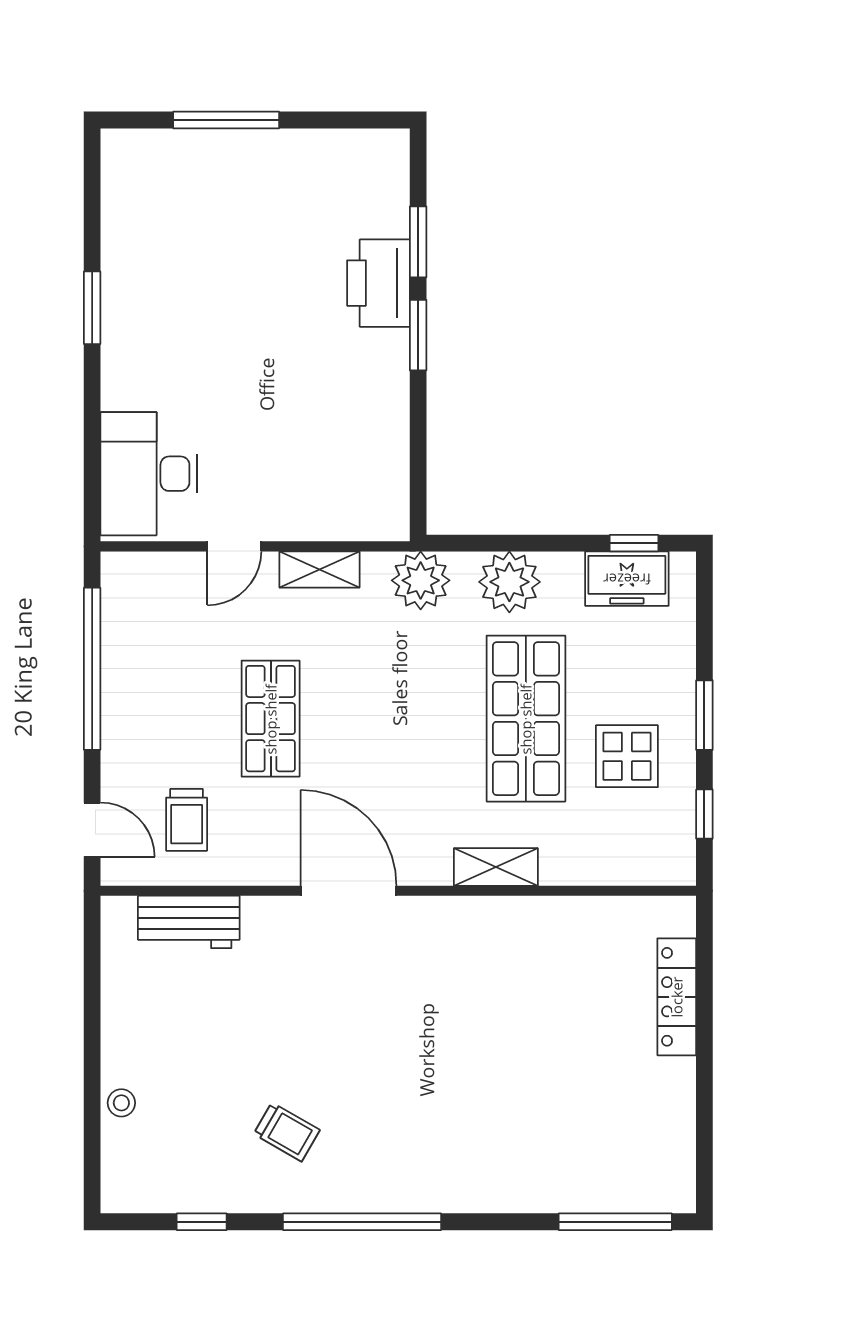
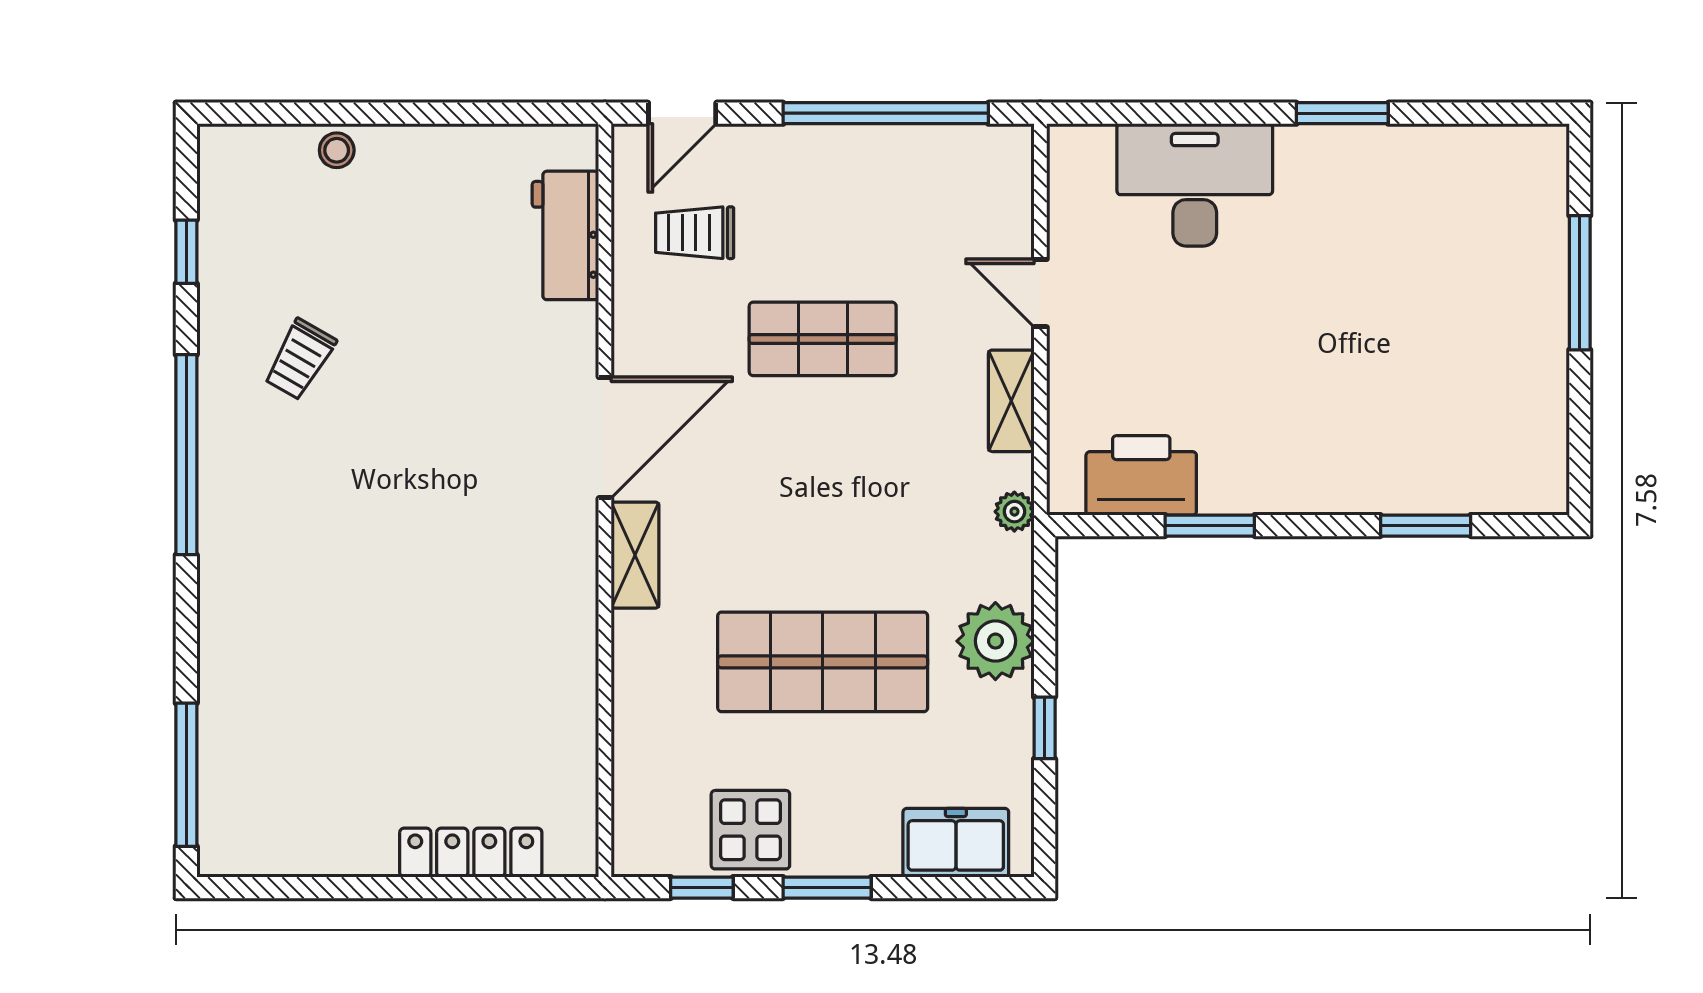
printer: (378, 283) -> (1141, 475), moved
window: (418, 335) -> (1210, 526), moved
desk: (149, 474) -> (1195, 185), moved
window: (634, 543) -> (1045, 728), moved
freezer: (627, 579) -> (956, 843), moved, turned 90
plant: (421, 580) -> (1014, 512), width x0.53, depth x0.53
display table: (627, 756) -> (750, 830), moved
shelving: (496, 867) -> (635, 555), moved

